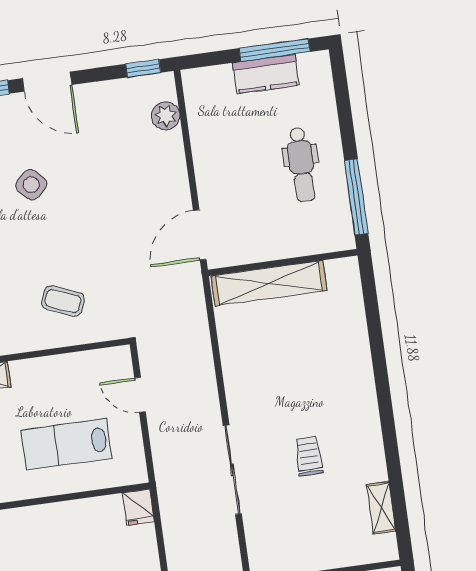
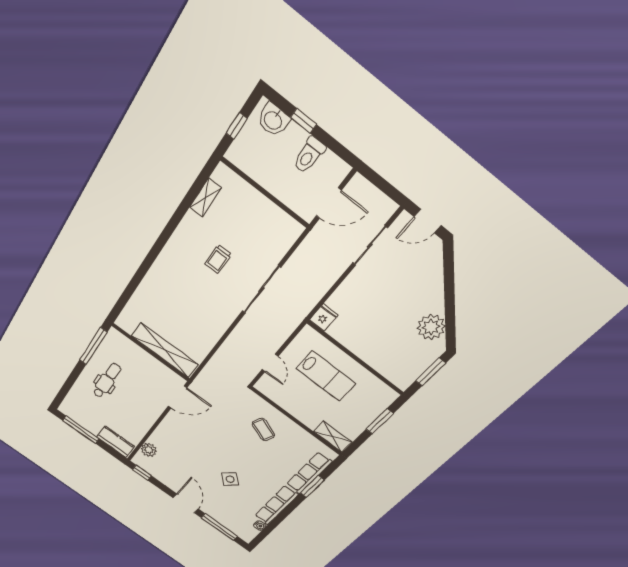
kitchen counter: (266, 74) -> (115, 442), moved

